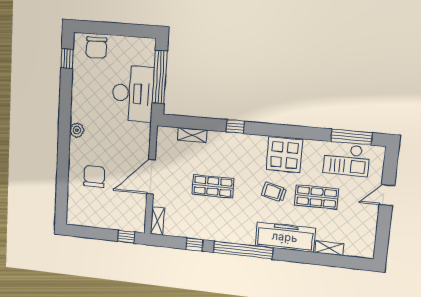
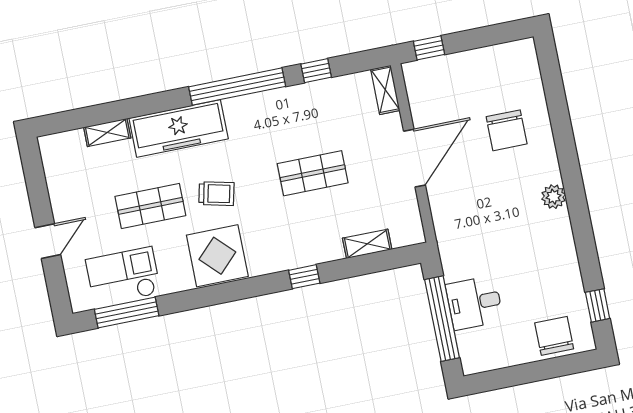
desk: (133, 94) -> (474, 303), width x0.53, depth x0.77

